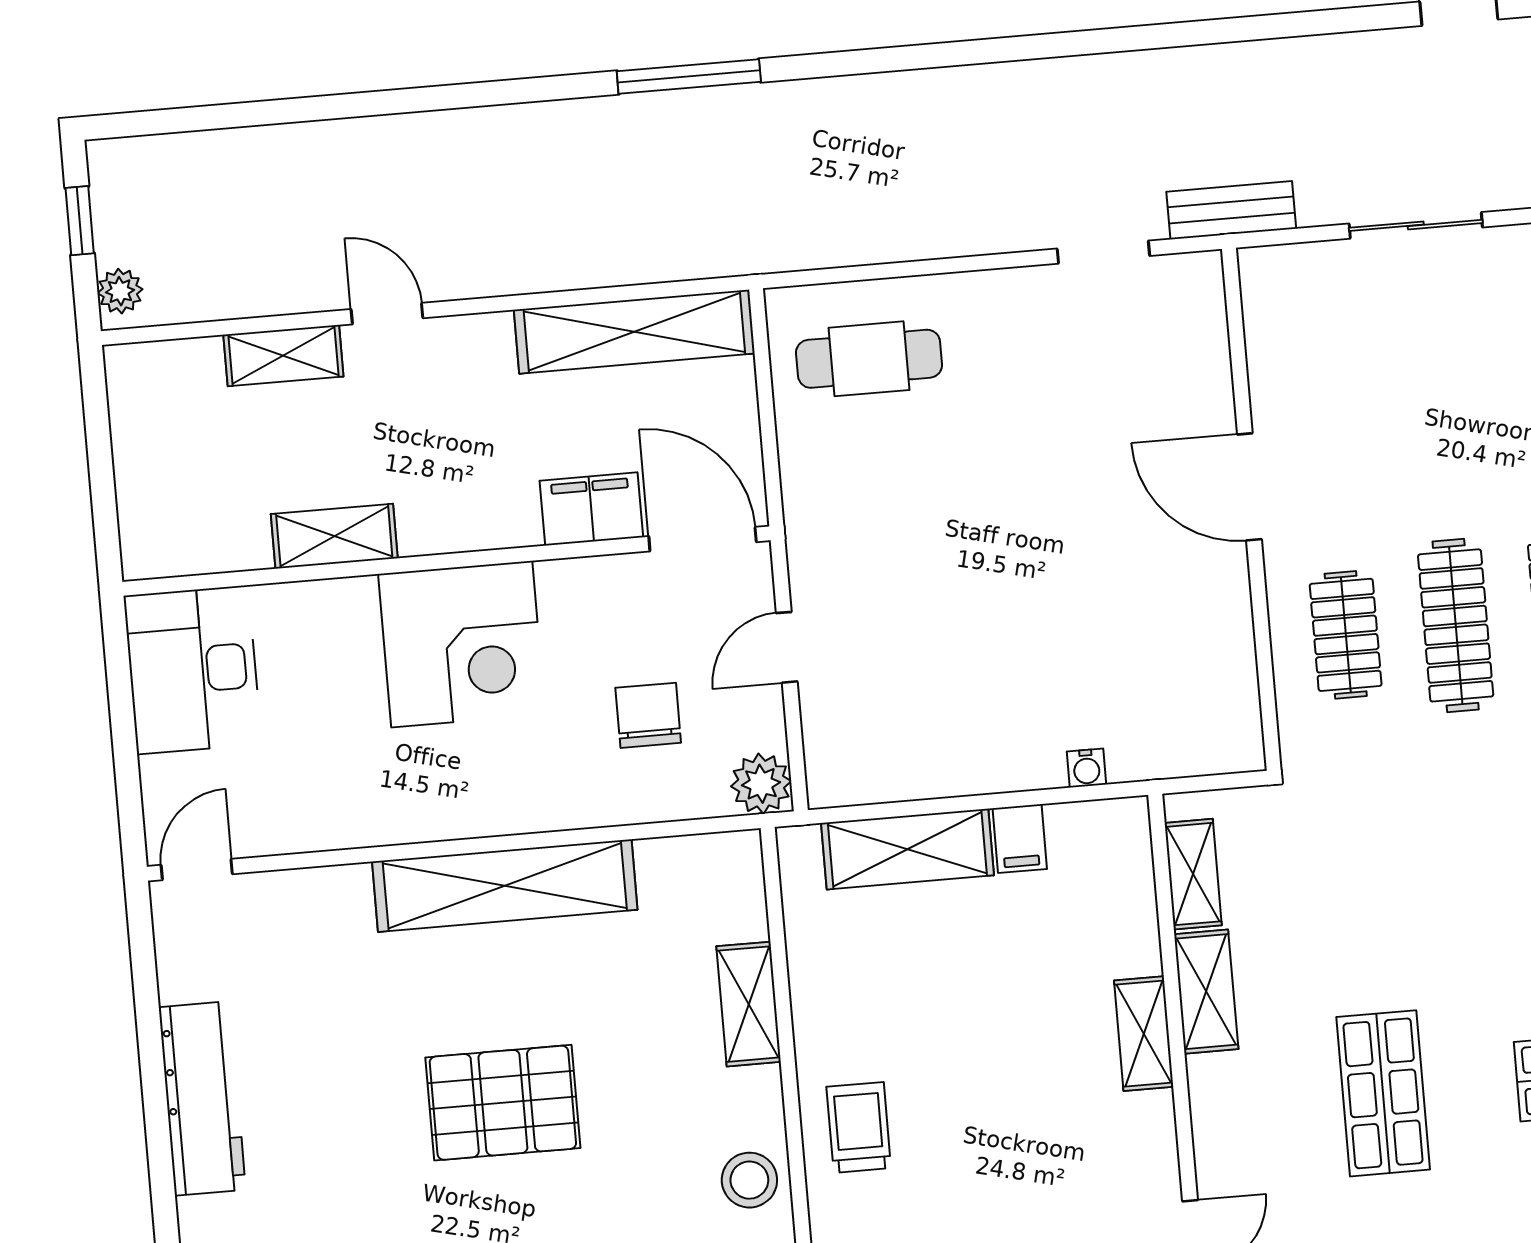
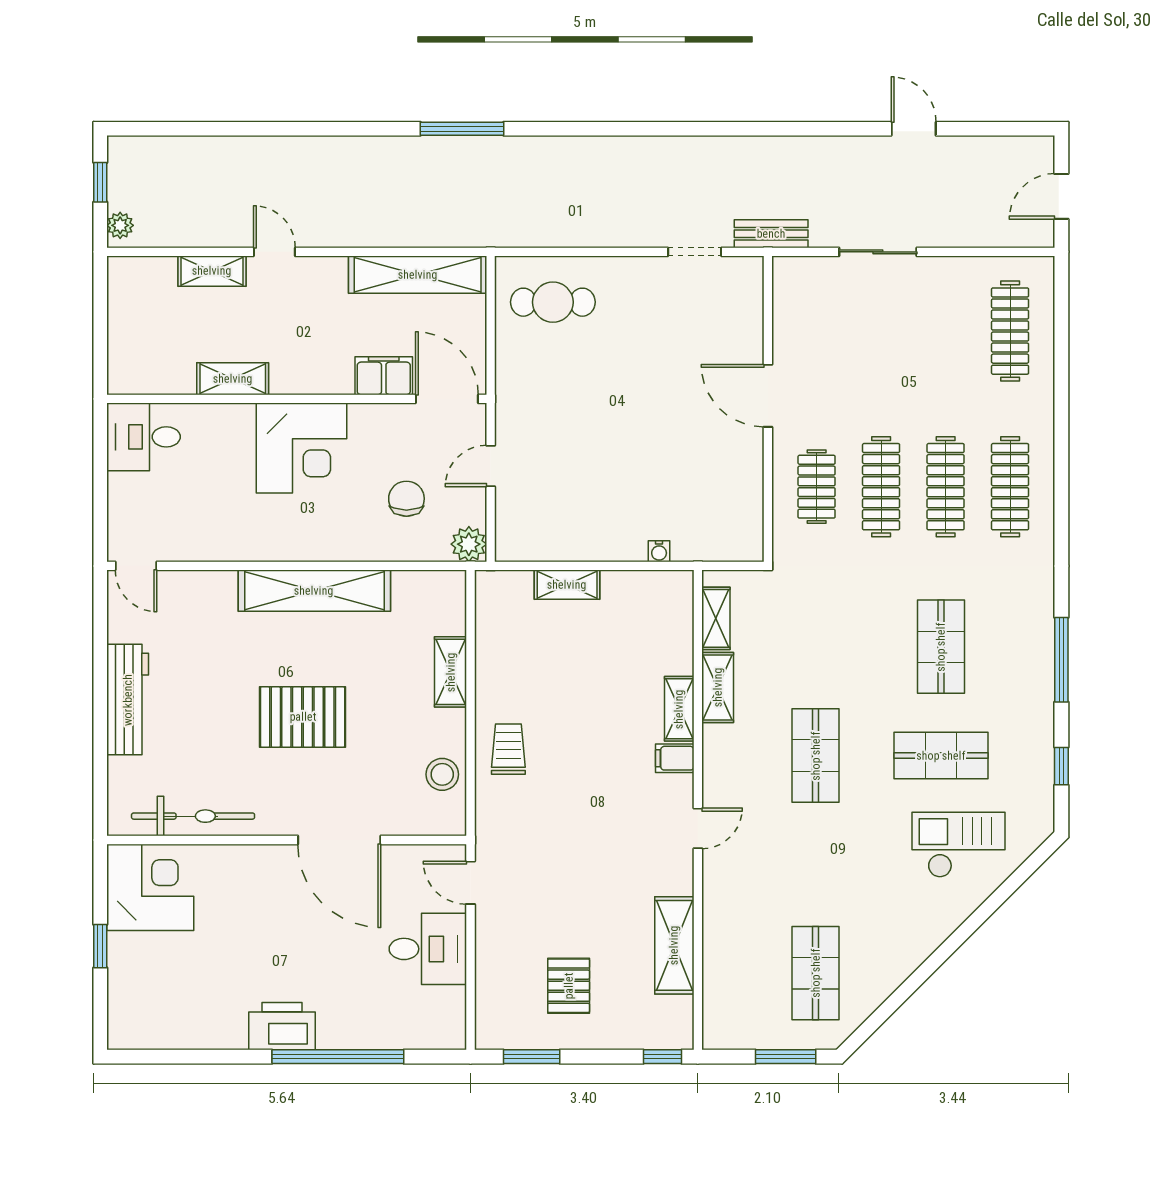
desk: (193, 670) -> (144, 437), width x0.73
filing cabinet: (1020, 839) -> (675, 758), moved, turned 90
shelving: (907, 849) -> (567, 585), width x0.67, depth x0.75
door: (197, 869) -> (136, 566), swing flipped

